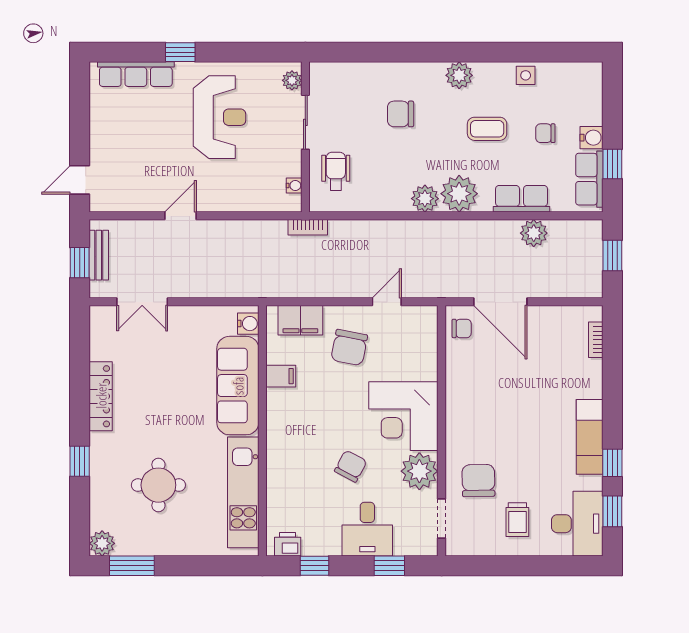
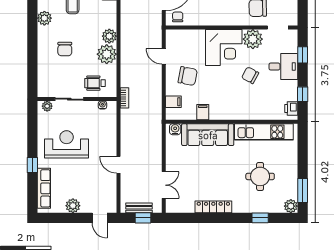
plant: (103, 129) -> (73, 206), added
plant: (459, 194) -> (107, 54), moved
filing cabinet: (300, 320) -> (173, 102), width x0.50
window: (80, 461) -> (260, 218), moved

